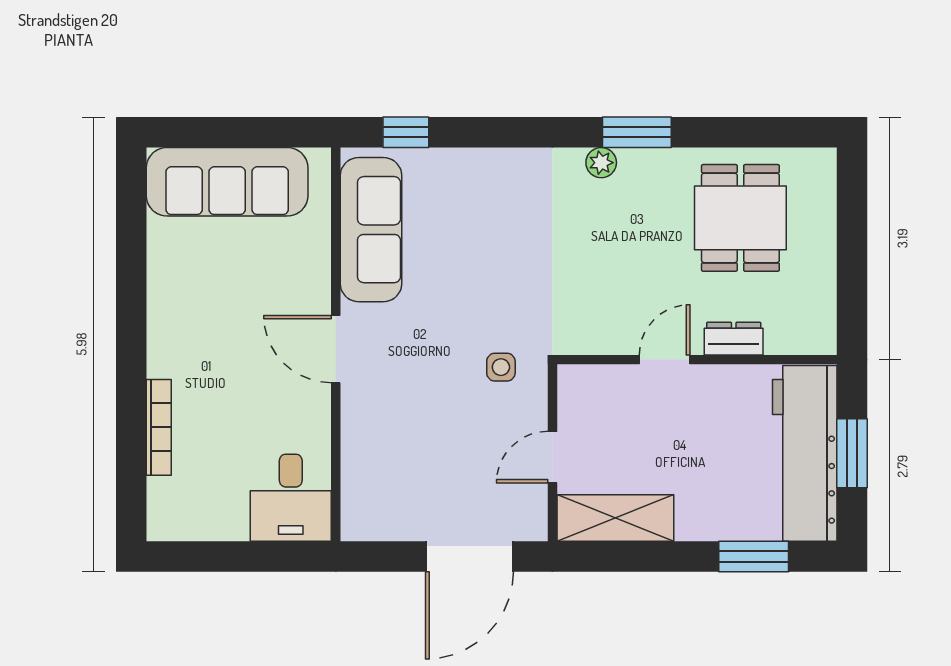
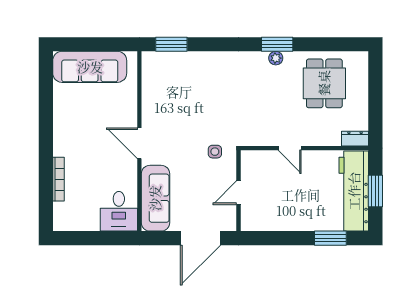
window: (406, 132) -> (171, 44), width x1.50
plant: (601, 163) -> (276, 58), moved
sofa: (371, 230) -> (155, 198), moved
dresser: (734, 339) -> (355, 139), moved
door: (665, 360) -> (290, 148), swing flipped
shelving: (615, 518) -> (267, 221), removed

